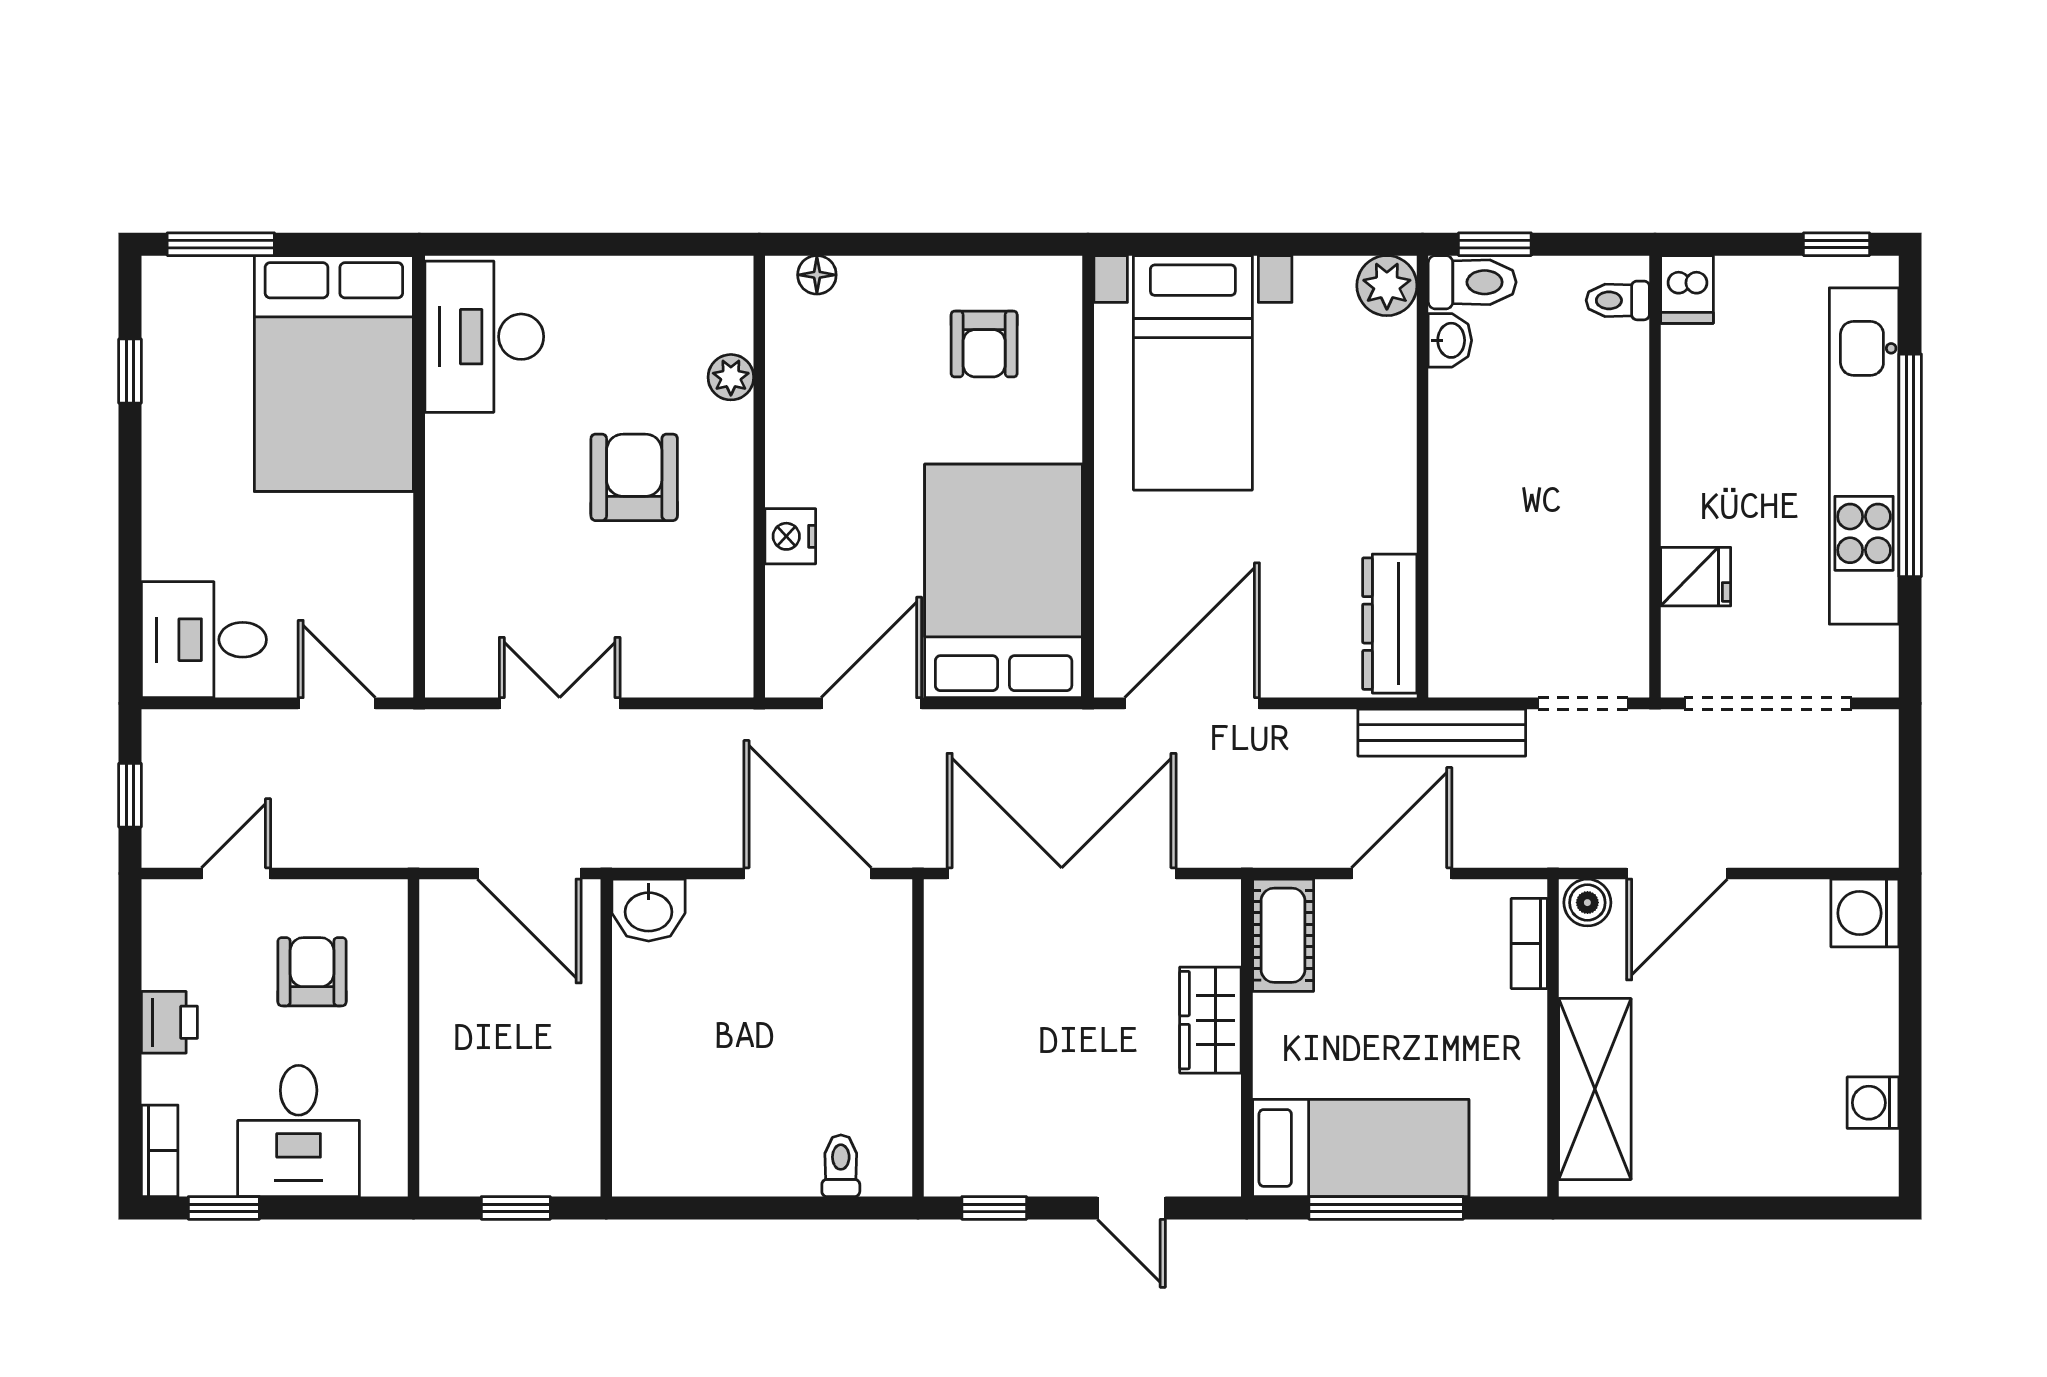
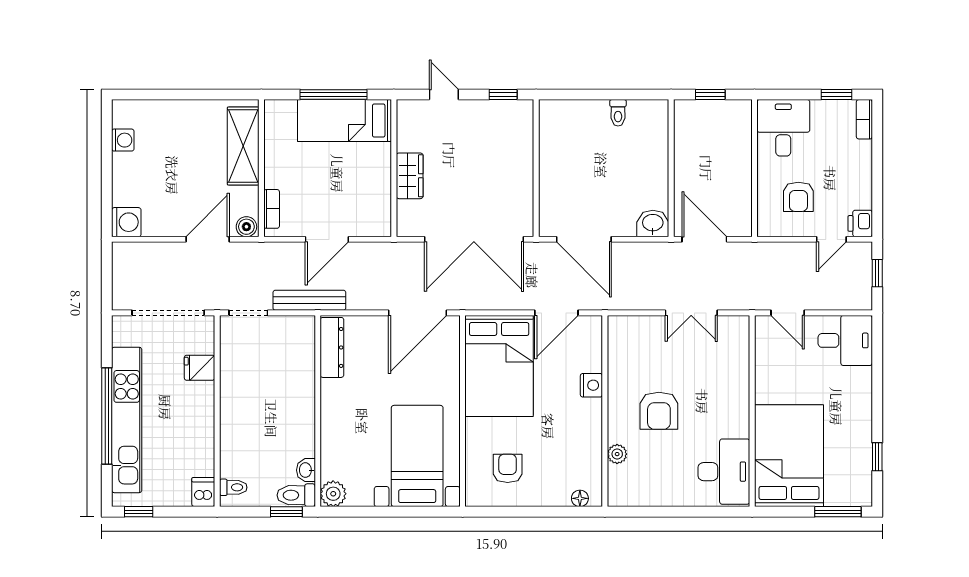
cot: (1283, 935) -> (378, 213), removed
printer: (169, 1022) -> (860, 223), moved
desk: (299, 1131) -> (783, 128), moved
toilet: (841, 1166) -> (618, 113), moved

